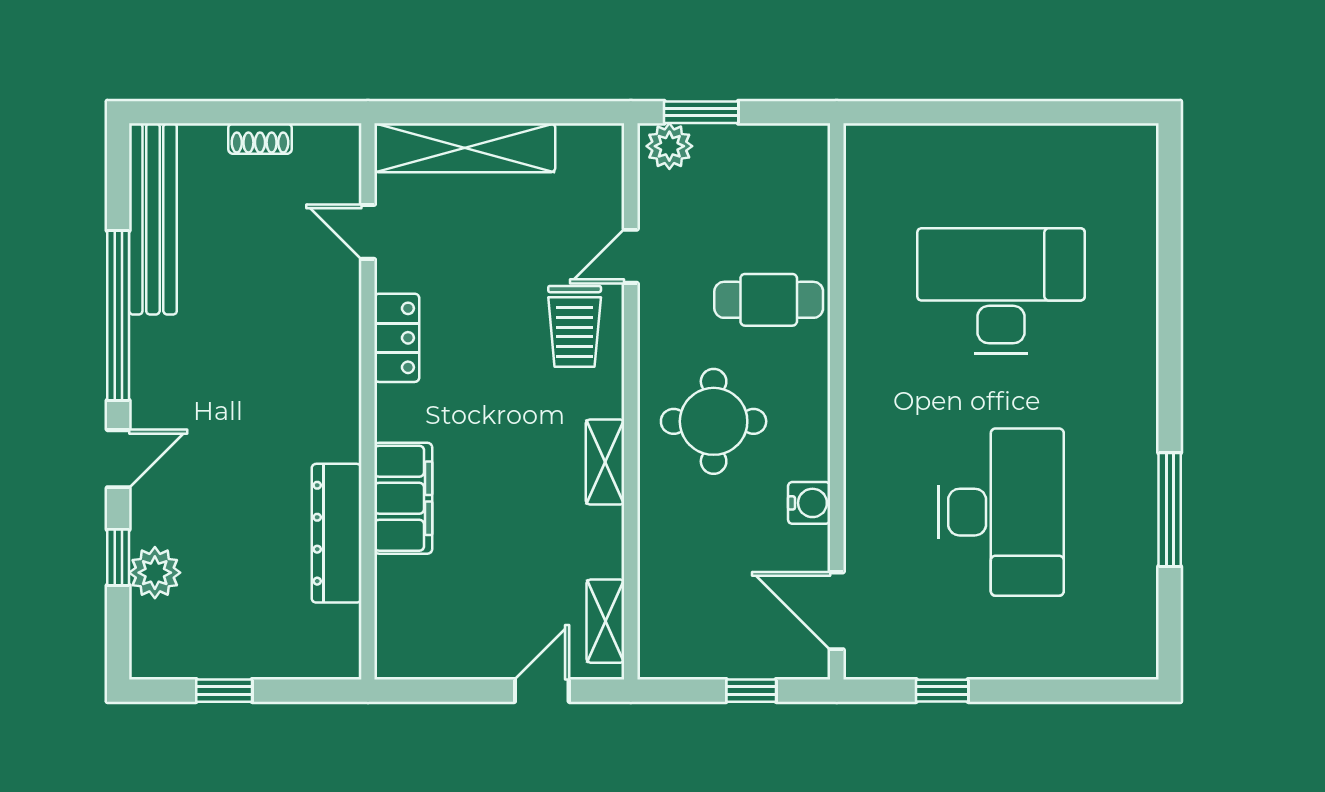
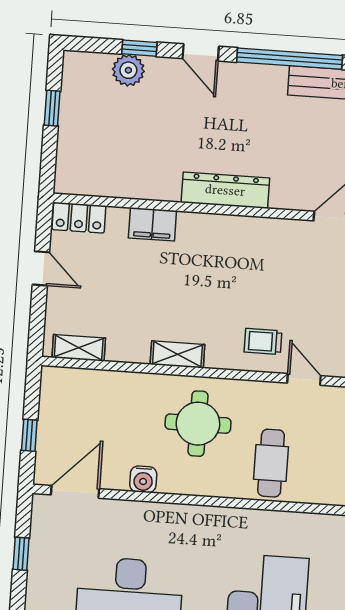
trolley: (575, 326) -> (263, 341), width x0.73, depth x0.72
locker: (397, 338) -> (79, 218), moved
filing cabinet: (403, 498) -> (152, 224), width x0.67, depth x0.86
dresser: (337, 533) -> (225, 190), moved
door: (542, 691) -> (41, 268), moved

